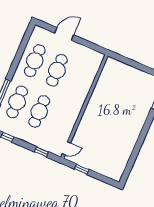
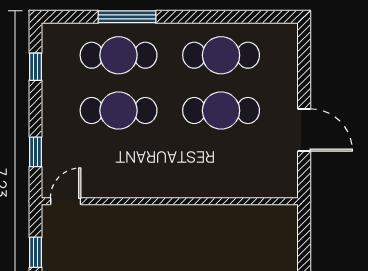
door: (64, 34) -> (304, 130), moved
door: (66, 148) -> (66, 201), swing flipped

